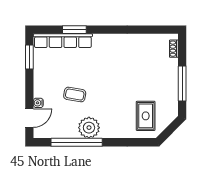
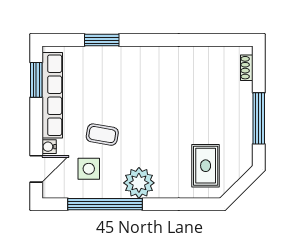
row of seats: (63, 41) -> (52, 95), moved, turned -90
side table: (65, 118) -> (89, 169), added
plant: (89, 128) -> (139, 183), moved

